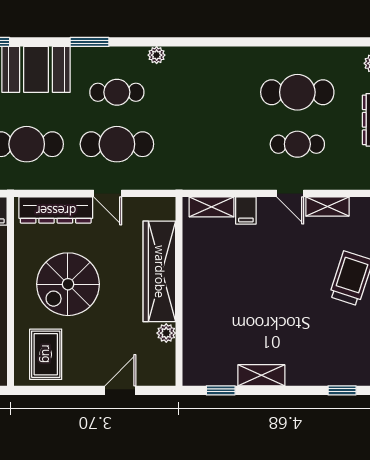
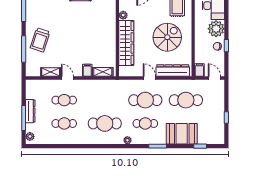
cafe table: (207, 92) -> (105, 123), added
cafe table: (297, 92) -> (64, 123), width x0.73, depth x0.74

